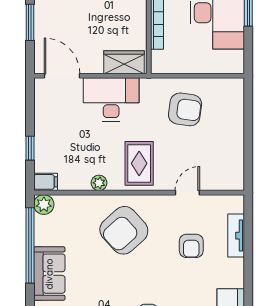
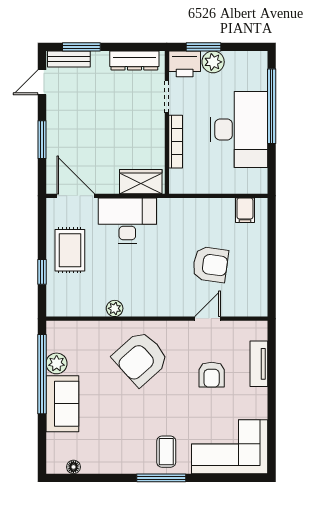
armchair: (185, 109) -> (210, 264), moved
rug: (139, 163) -> (70, 250), moved
filing cabinet: (46, 182) -> (245, 210), moved, turned 90
plant: (44, 205) -> (57, 363), moved

